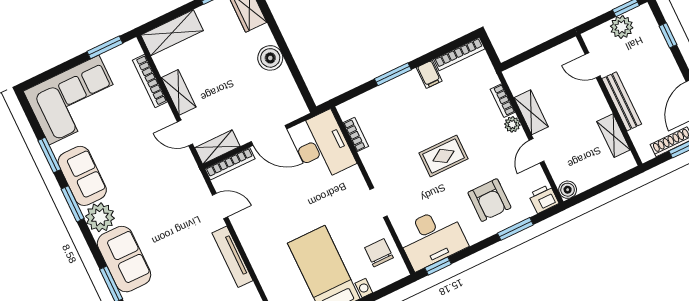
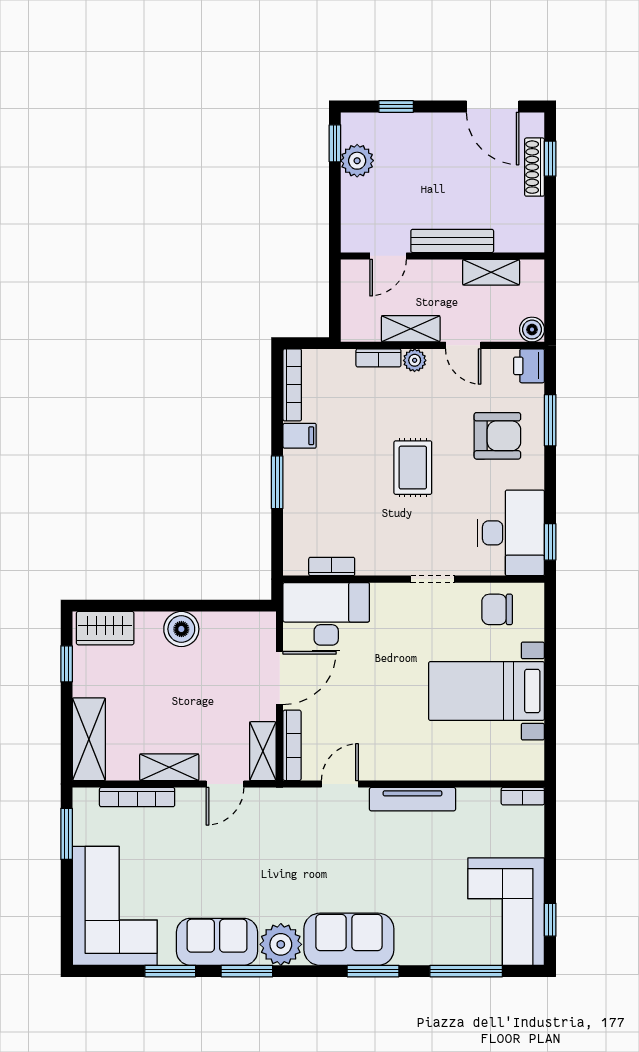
door: (593, 65) -> (388, 256), moved
wall: (609, 100) -> (443, 256), moved
bench: (622, 101) -> (452, 241), moved
shelving: (614, 136) -> (491, 272), moved

